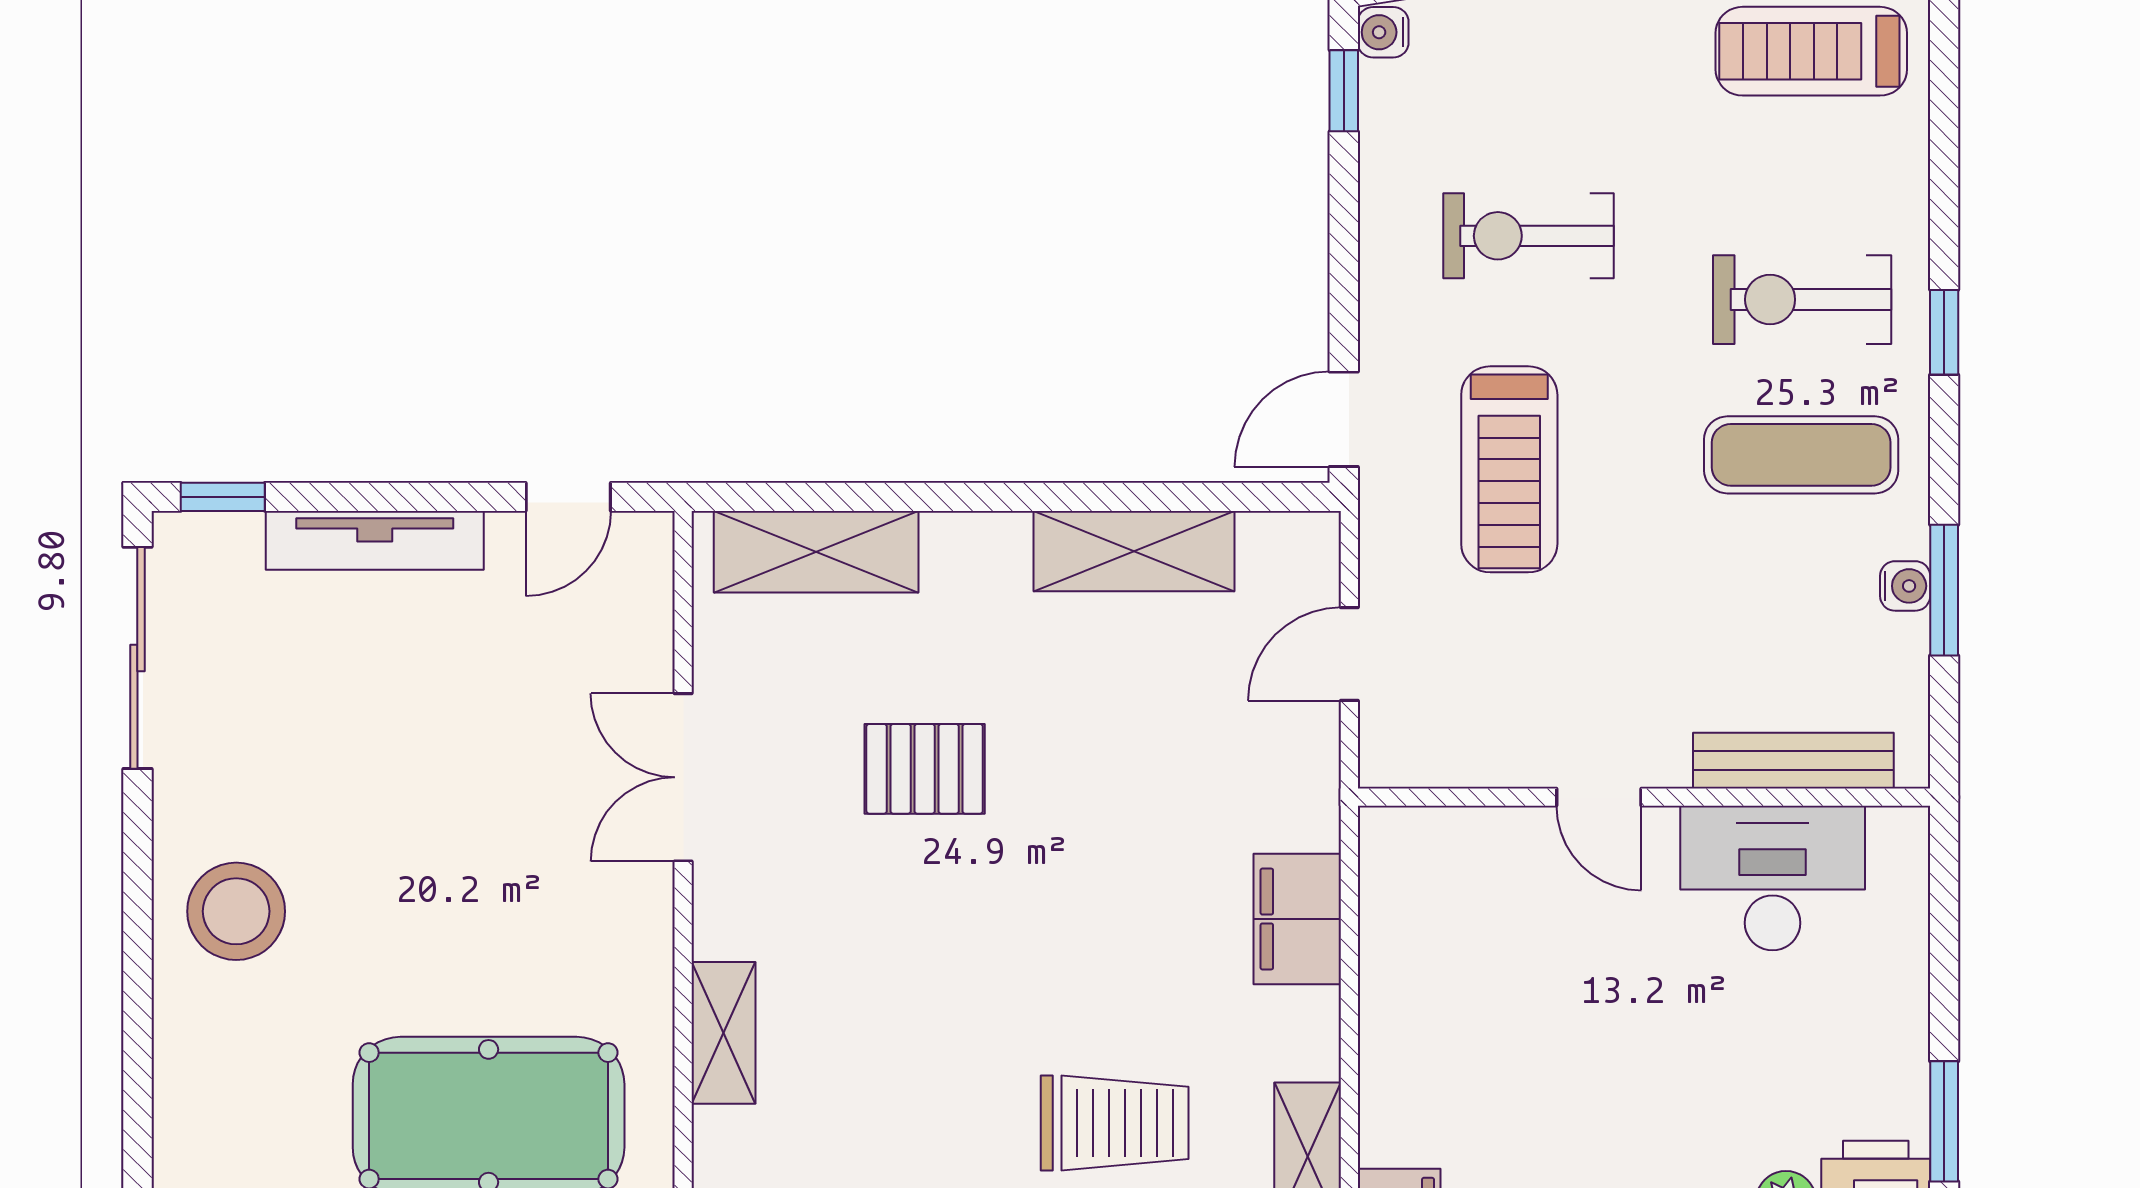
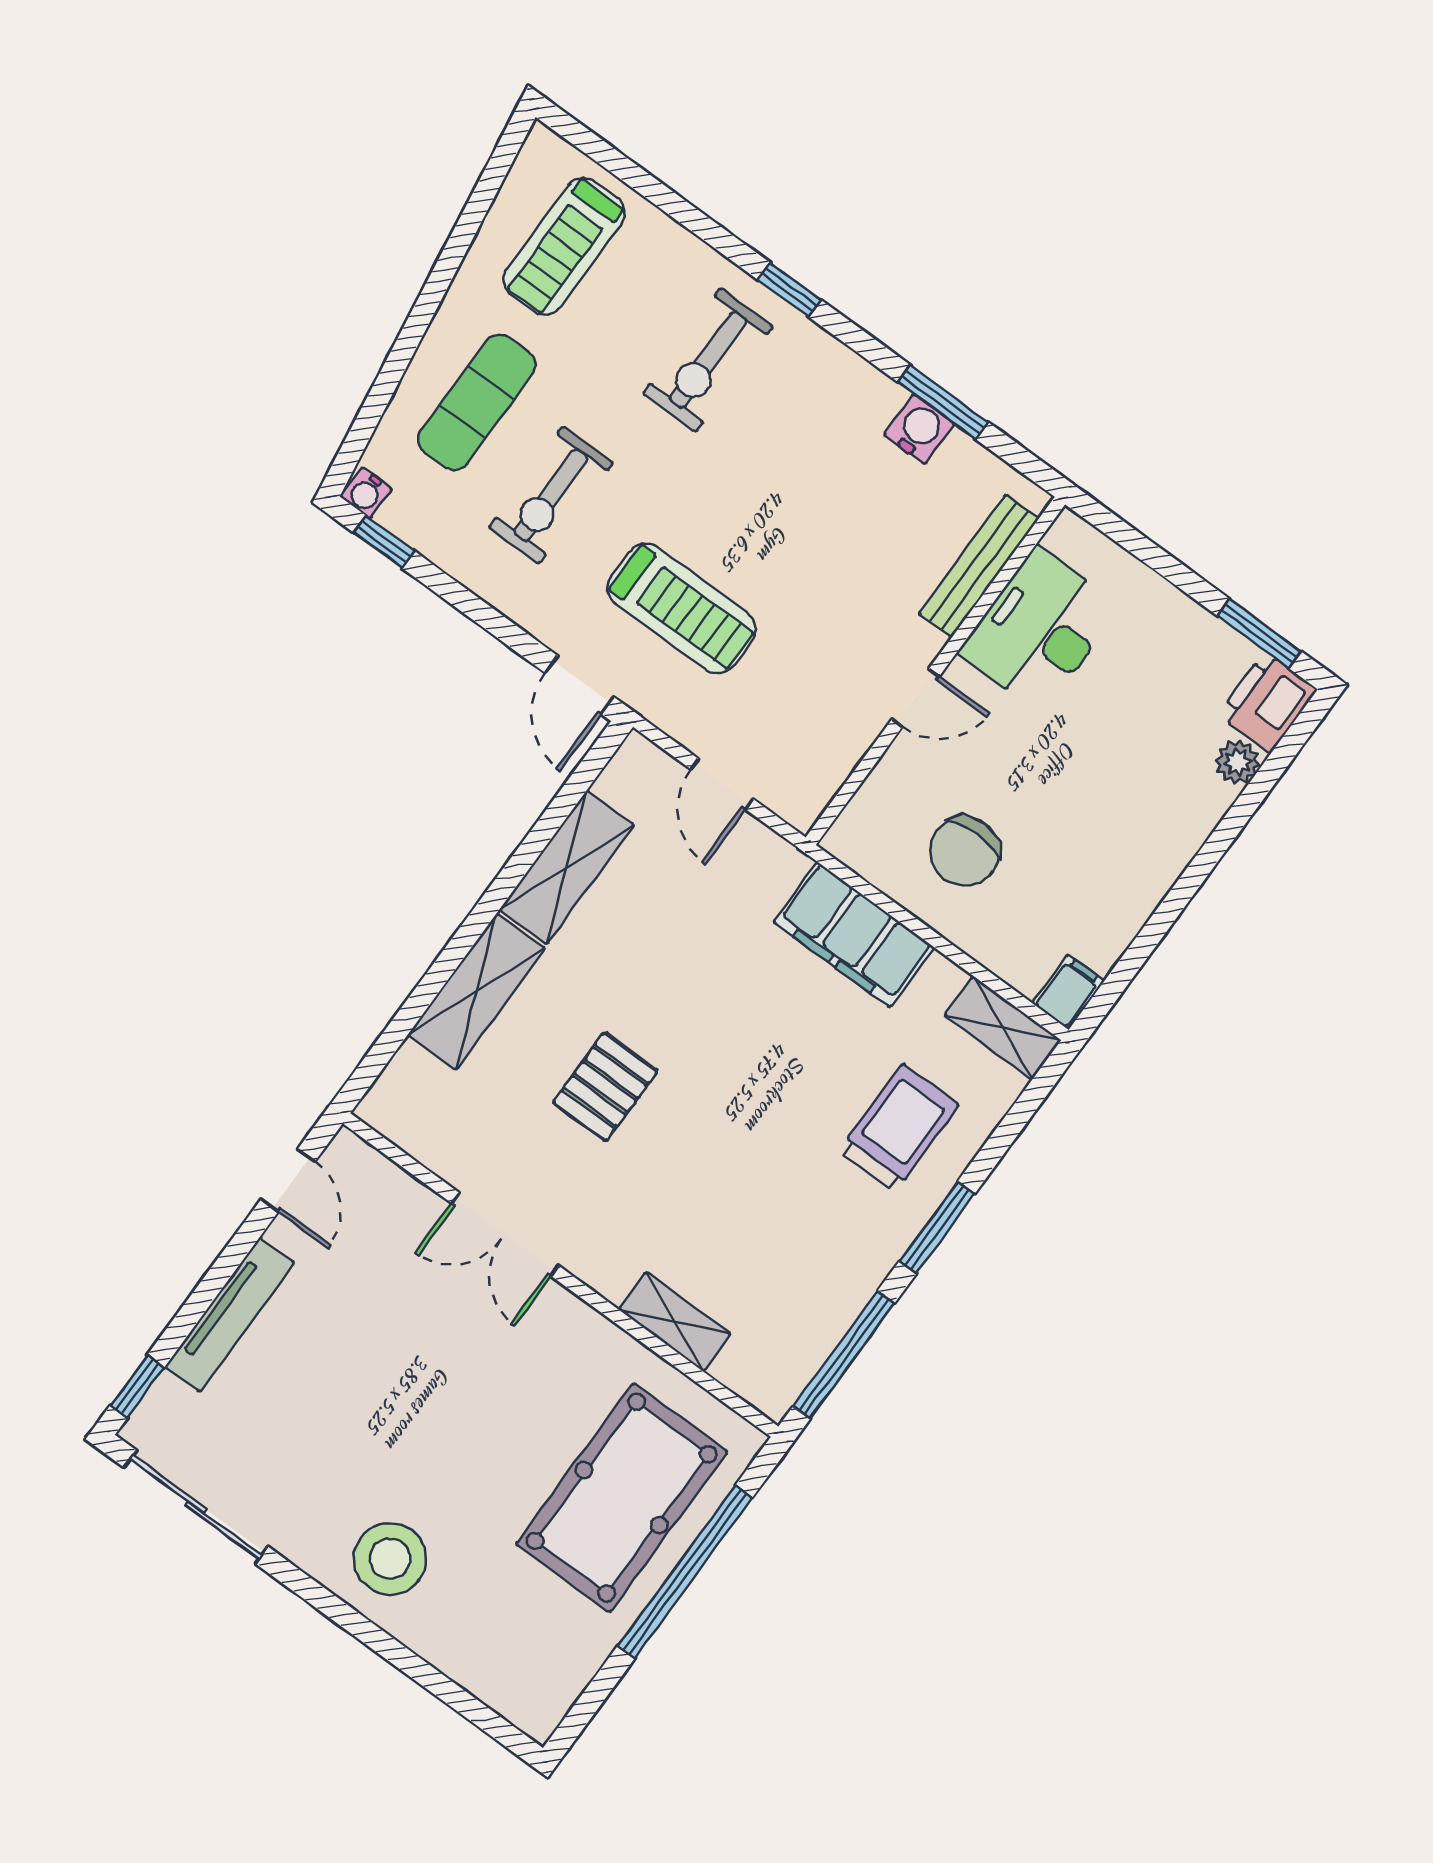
exercise mat: (1801, 455) -> (477, 402), moved
shelving: (816, 552) -> (476, 992), moved
water cooler: (1905, 586) -> (919, 429), width x1.38, depth x1.38
filing cabinet: (1297, 919) -> (854, 935), width x1.50, depth x1.17
chair: (1470, 974) -> (965, 851), added

